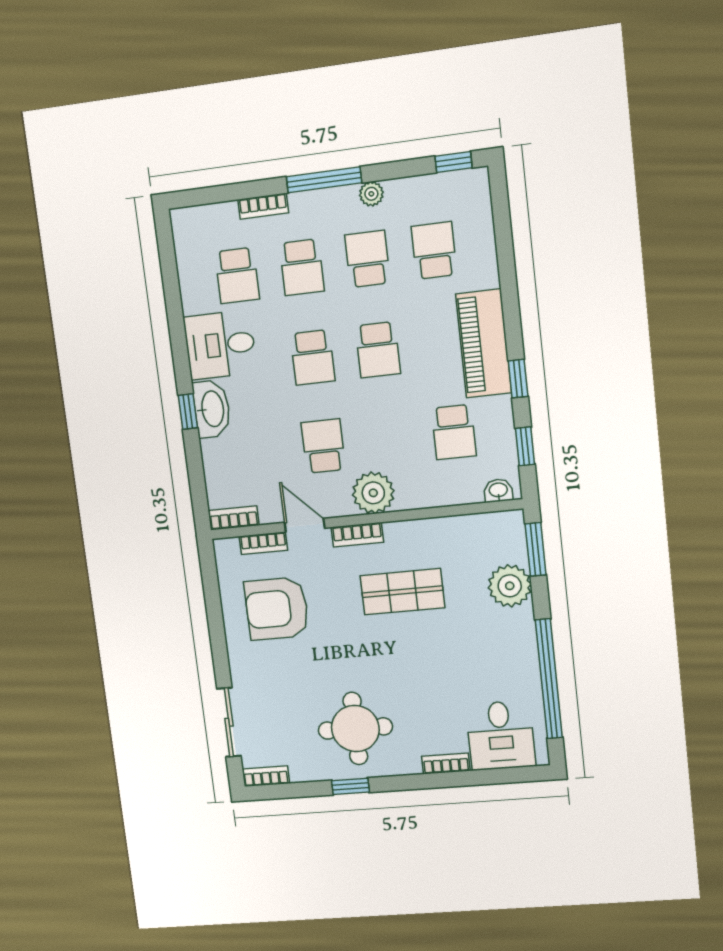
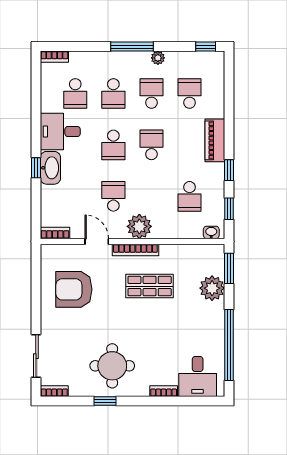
bookcase: (263, 206) -> (54, 57), moved
piano: (484, 343) -> (215, 140), width x0.73, depth x0.75
school desk: (378, 350) -> (151, 145), turned 180
bookcase: (357, 535) -> (135, 250), width x1.56
bookcase: (263, 543) -> (71, 250), removed

